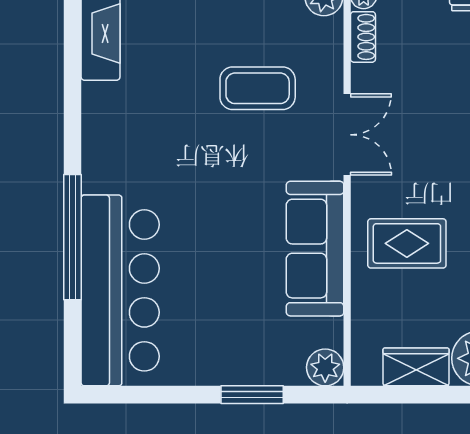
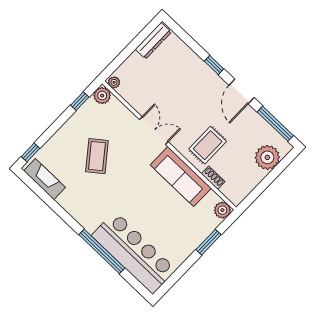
shoe rack: (363, 37) -> (213, 178), moved
coffee table: (258, 88) -> (97, 156), moved, turned -38
wardrobe: (416, 367) -> (250, 181), removed

